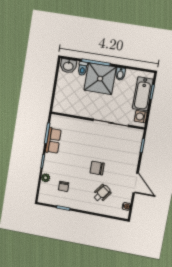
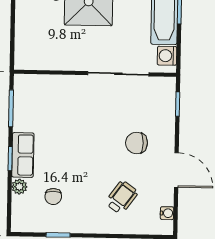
row of seats: (53, 141) -> (23, 155), moved
chair: (97, 168) -> (137, 143), moved

